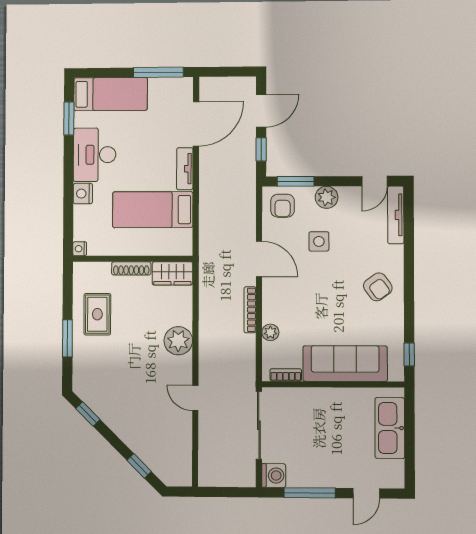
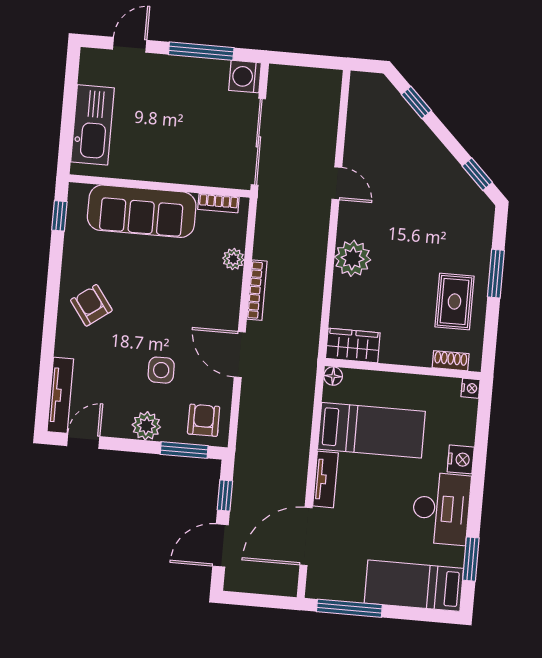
floor lamp: (186, 249) -> (333, 376), added
shoe rack: (131, 268) -> (451, 361), moved, width x0.70

